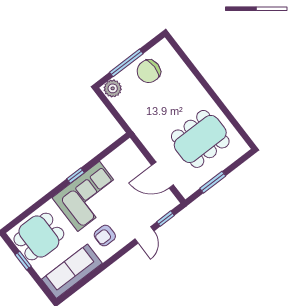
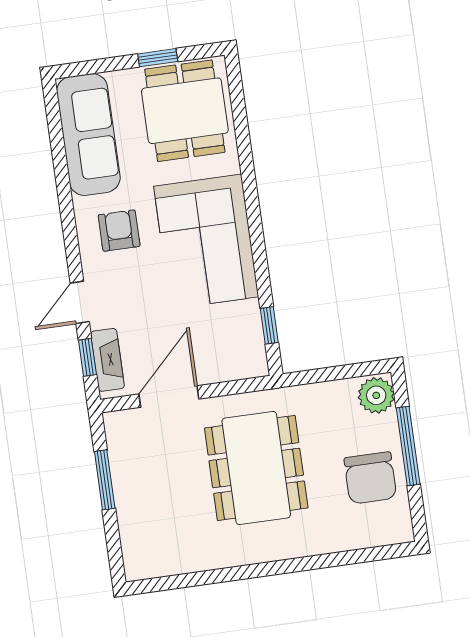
chair: (149, 71) -> (370, 478), turned 180
dining table: (200, 139) -> (256, 468), moved
window: (75, 176) -> (269, 325), moved
fireplace: (162, 210) -> (107, 360), added
door: (144, 235) -> (80, 302), hinge flipped

